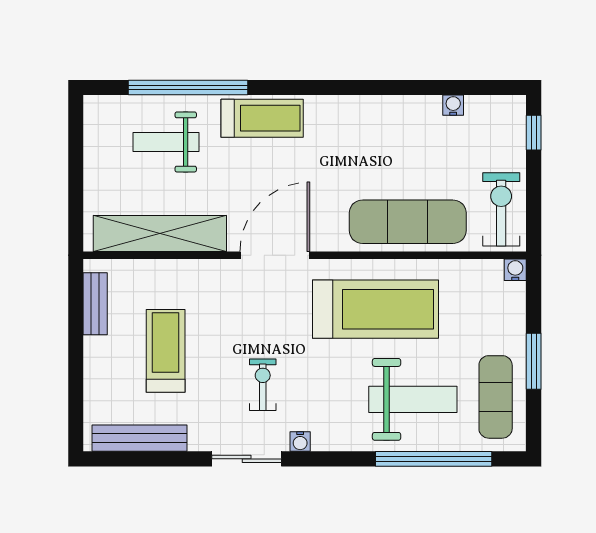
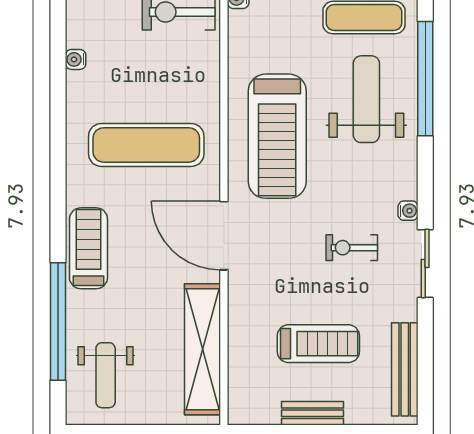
weight bench: (166, 142) -> (106, 375), moved
exercise mat: (408, 222) -> (146, 145), moved, turned 90
bench: (95, 304) -> (313, 413), moved
treadmill: (375, 309) -> (277, 136), turned 180
treadmill: (166, 351) -> (318, 344), turned 180

